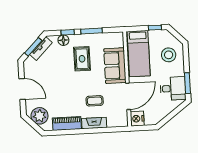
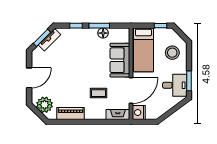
floor lamp: (63, 40) -> (103, 33), moved
rug: (82, 59) -> (89, 52), removed
door: (22, 89) -> (29, 78), hinge flipped
fireplace: (94, 123) -> (118, 115), moved

